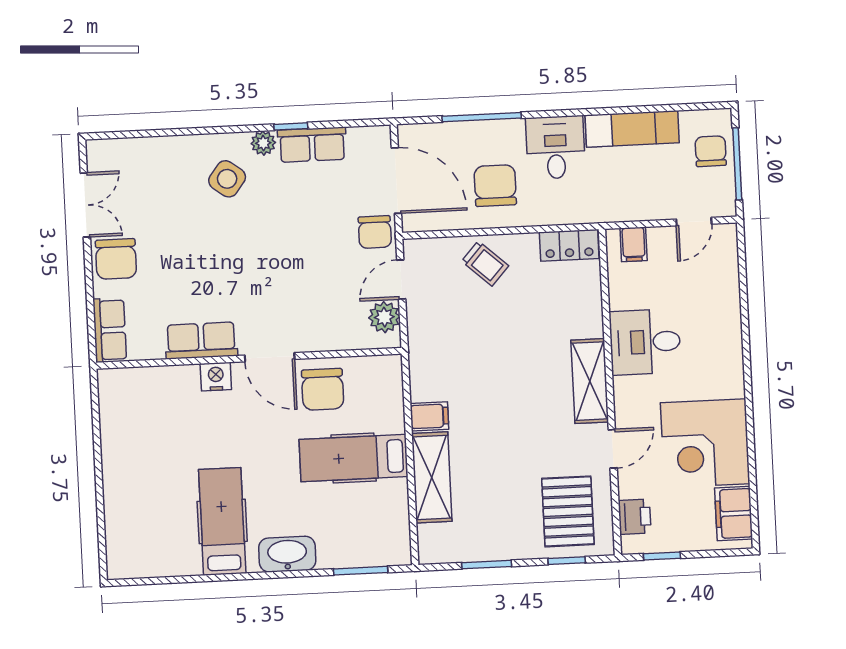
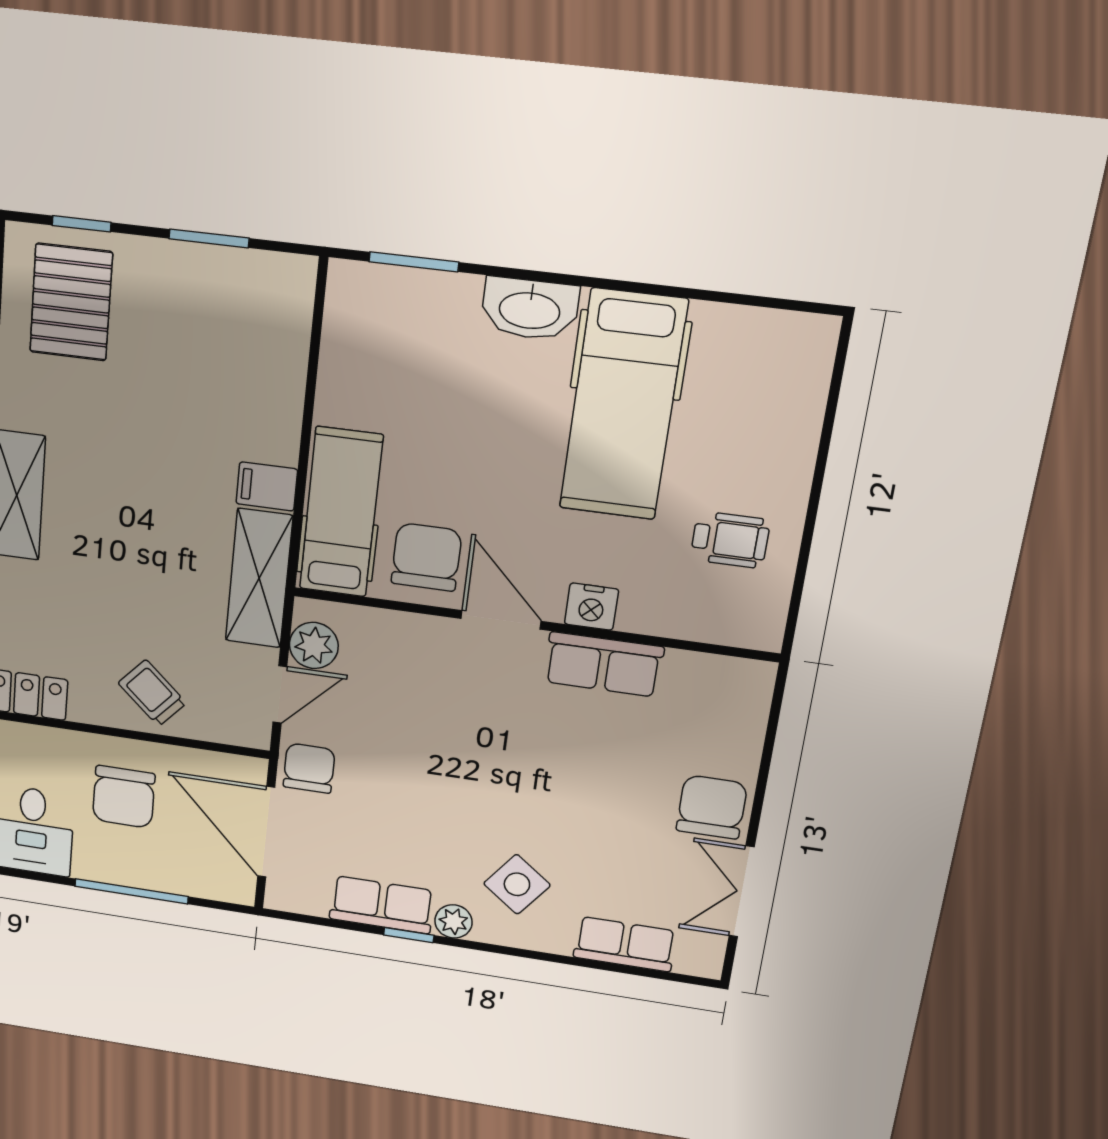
row of seats: (110, 330) -> (625, 944), moved, turned 90
wheelchair: (142, 435) -> (730, 540), added
hospital bed: (354, 458) -> (341, 512), moved, turned -90
shelving: (432, 477) -> (259, 578), moved
hospital bed: (222, 521) -> (623, 405), width x1.37, depth x1.29

